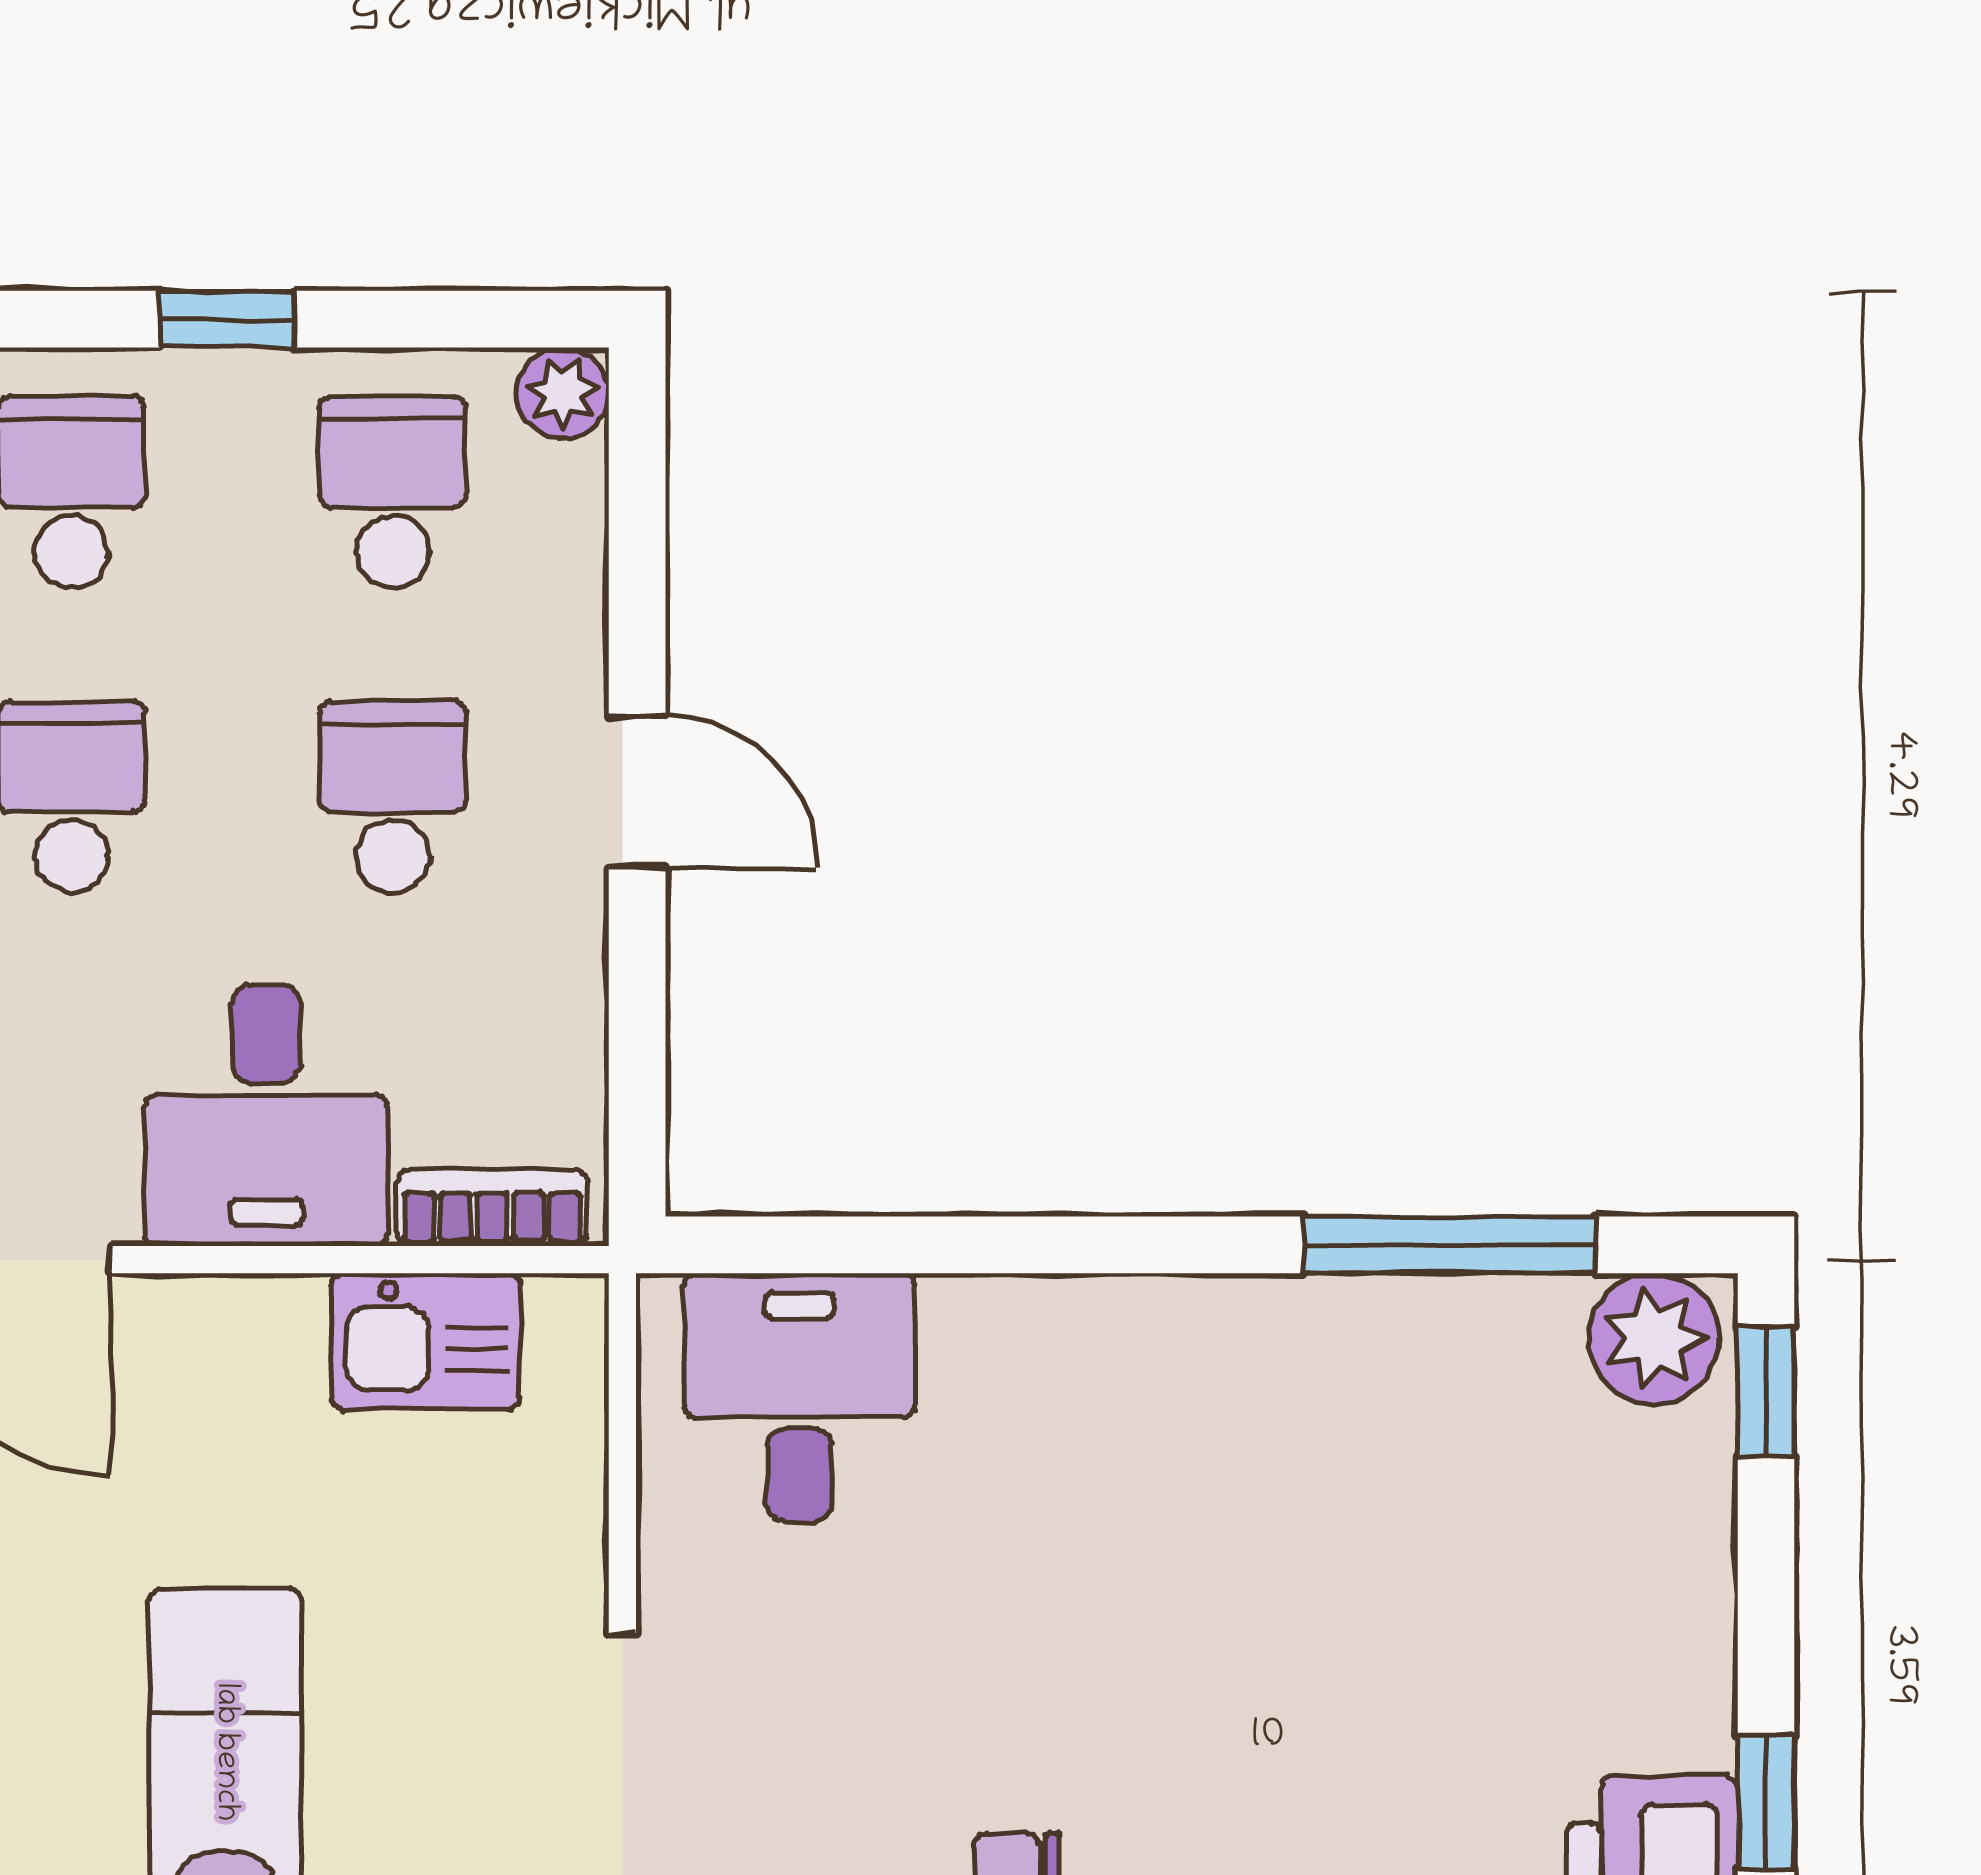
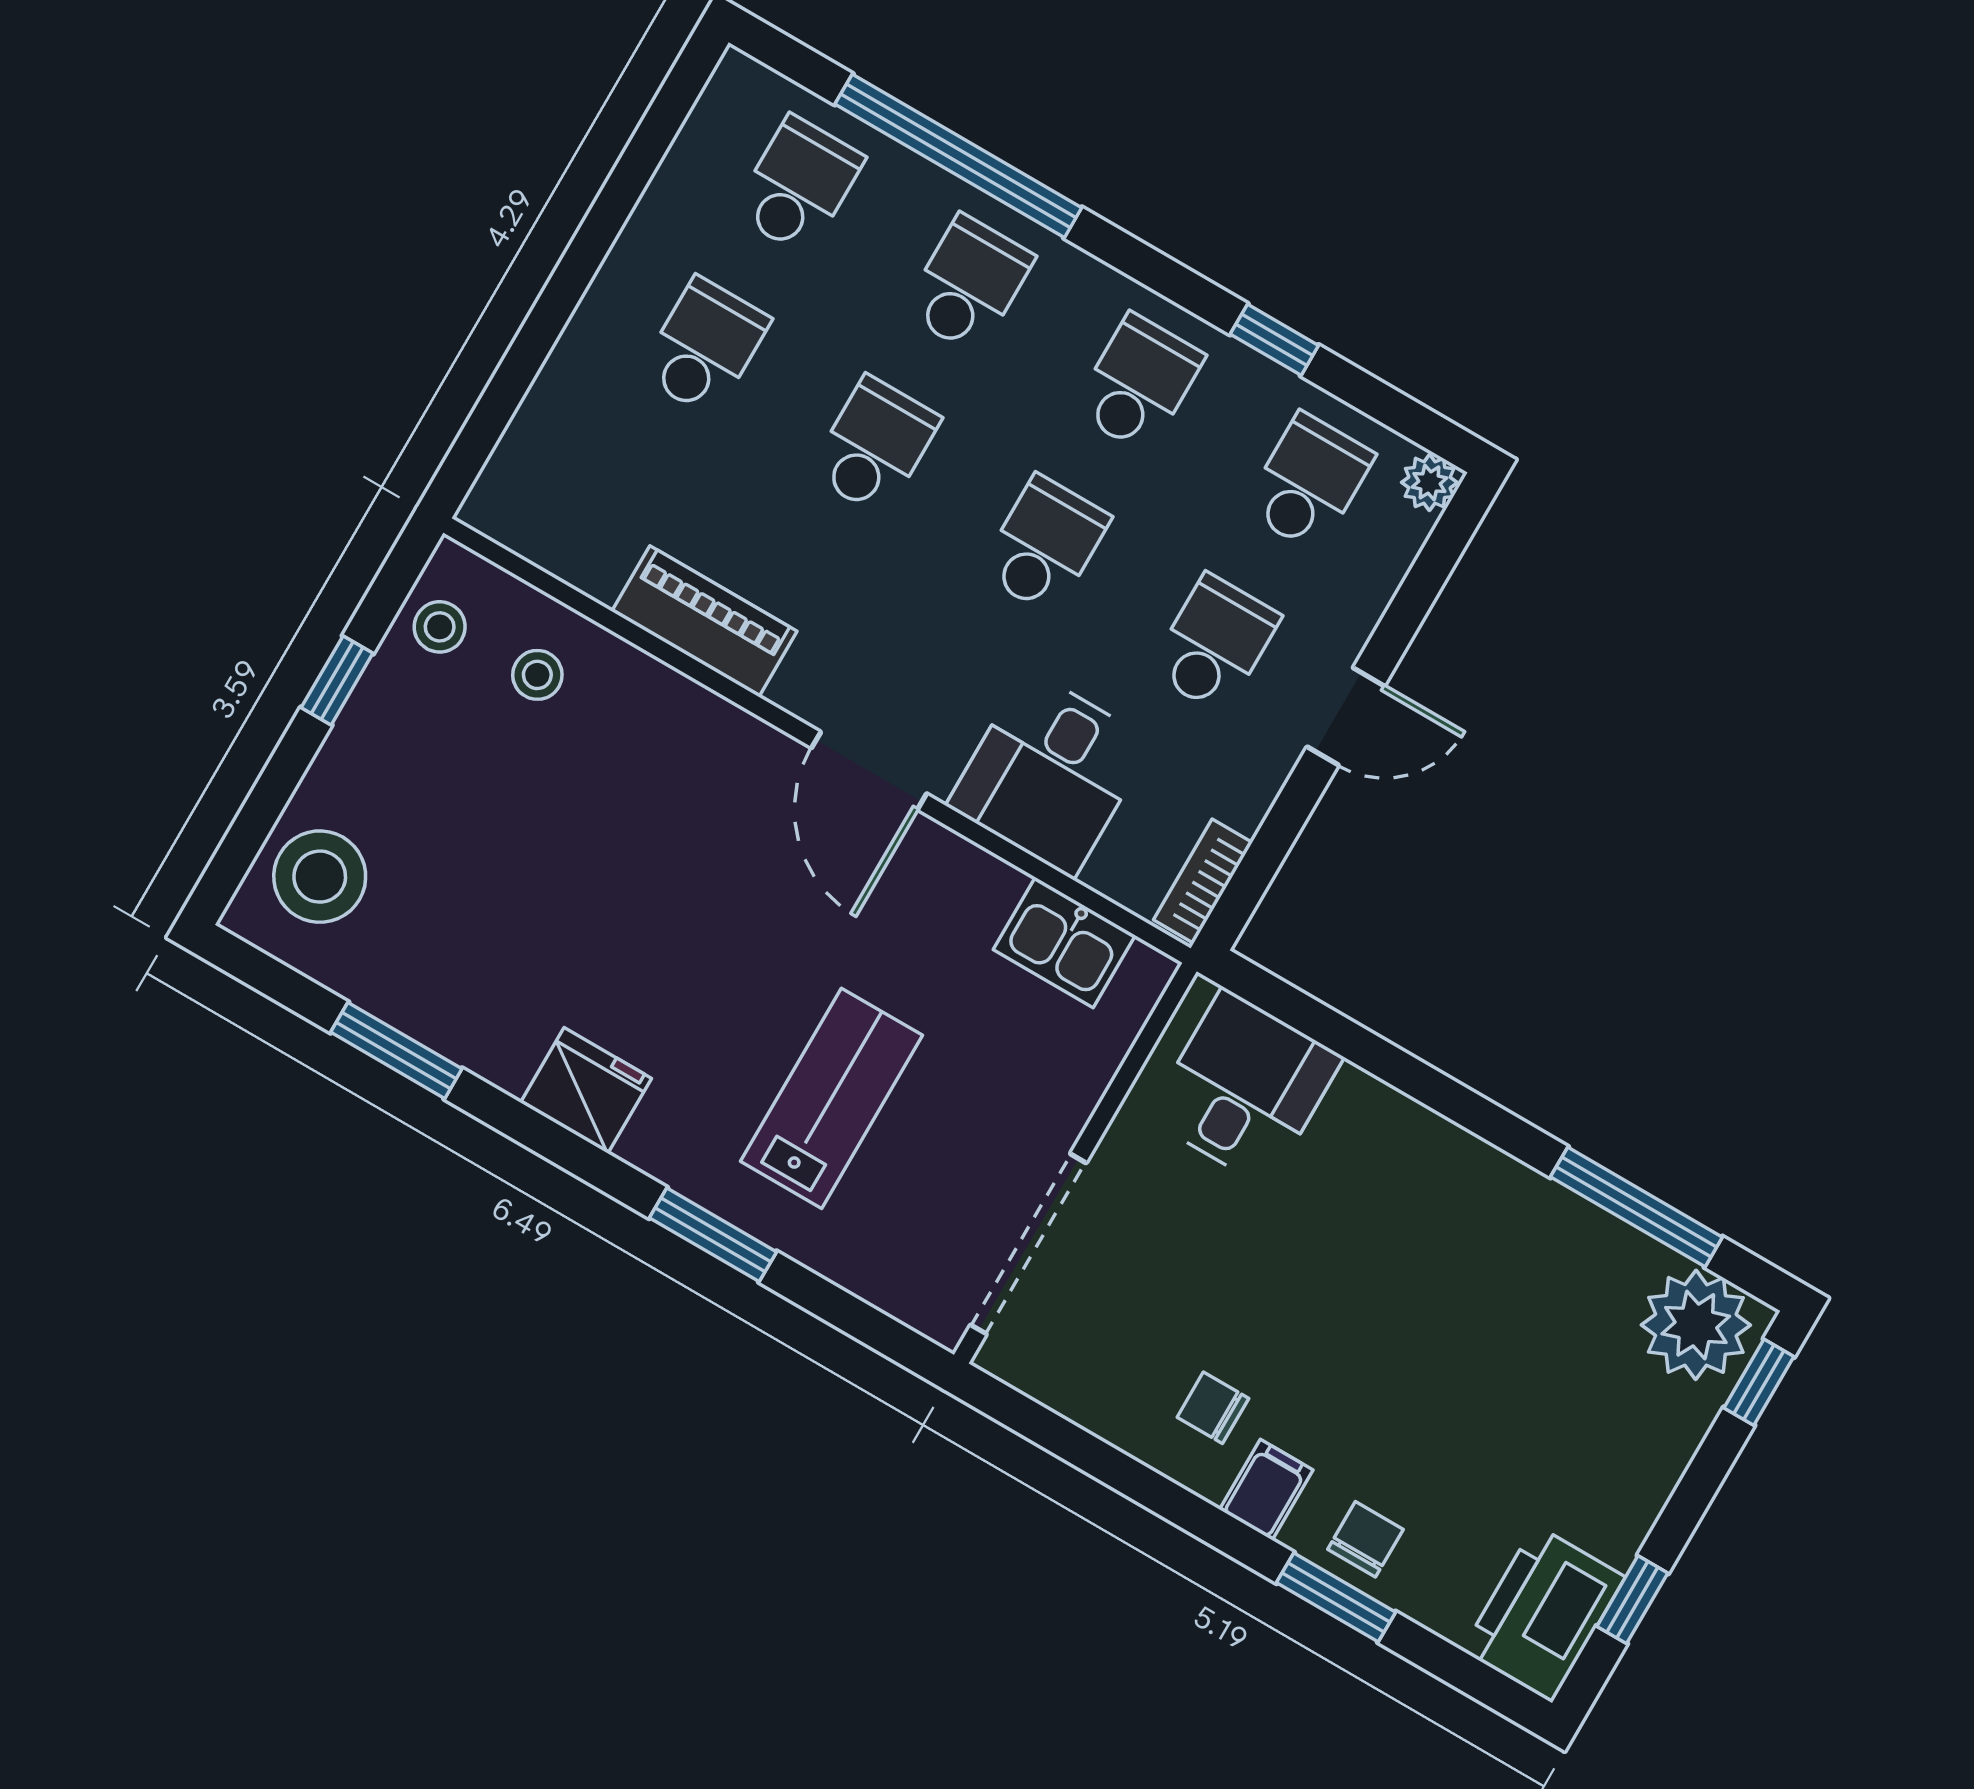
door: (637, 792) -> (1346, 716), hinge flipped
bookcase: (492, 1208) -> (1203, 881), moved, turned -90
plant: (1654, 1339) -> (1696, 1325), width x1.36, depth x1.36

